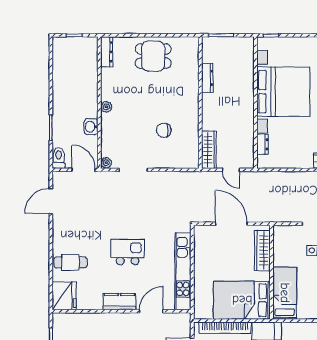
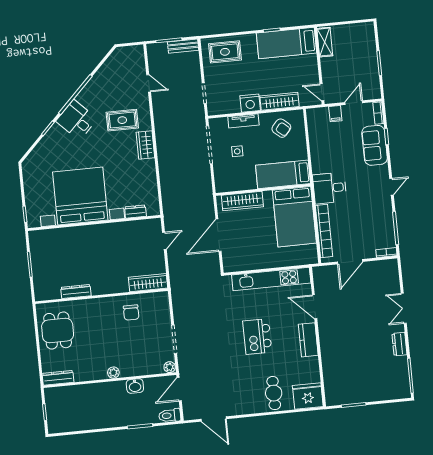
dresser: (207, 78) -> (76, 291), moved
wall: (200, 103) -> (101, 296), moved
wardrobe: (209, 150) -> (148, 283), moved

